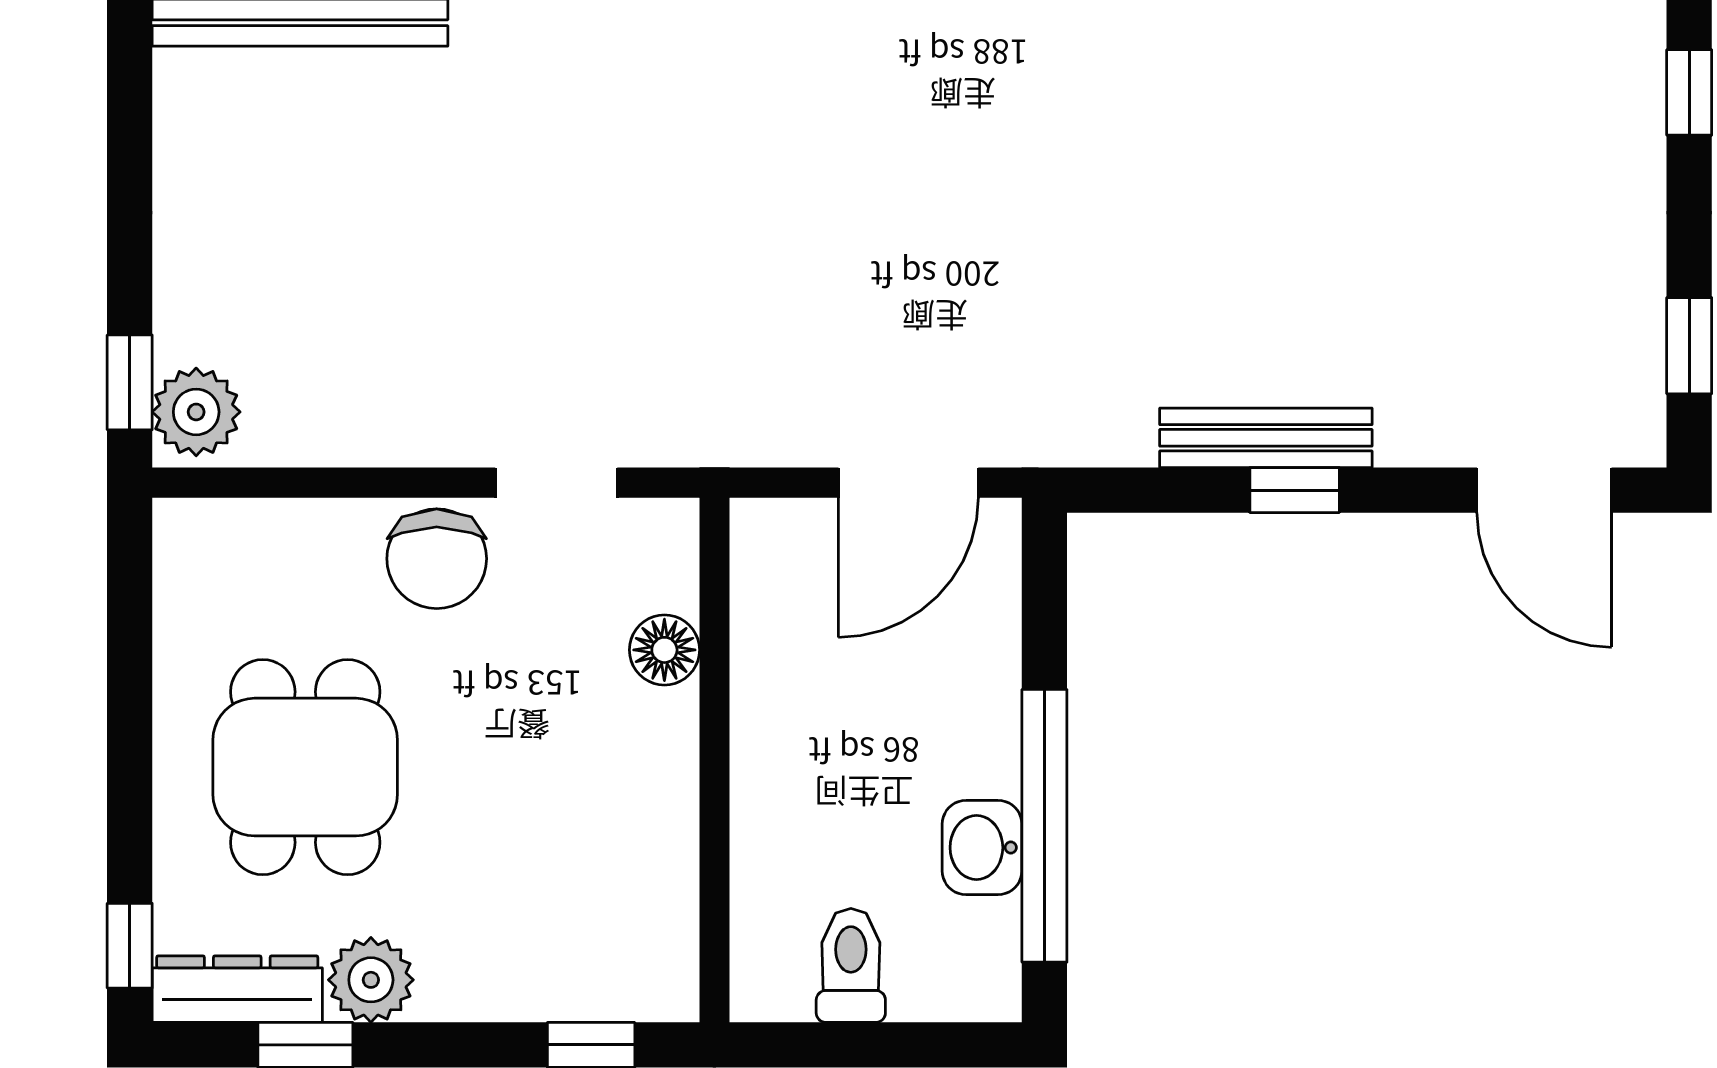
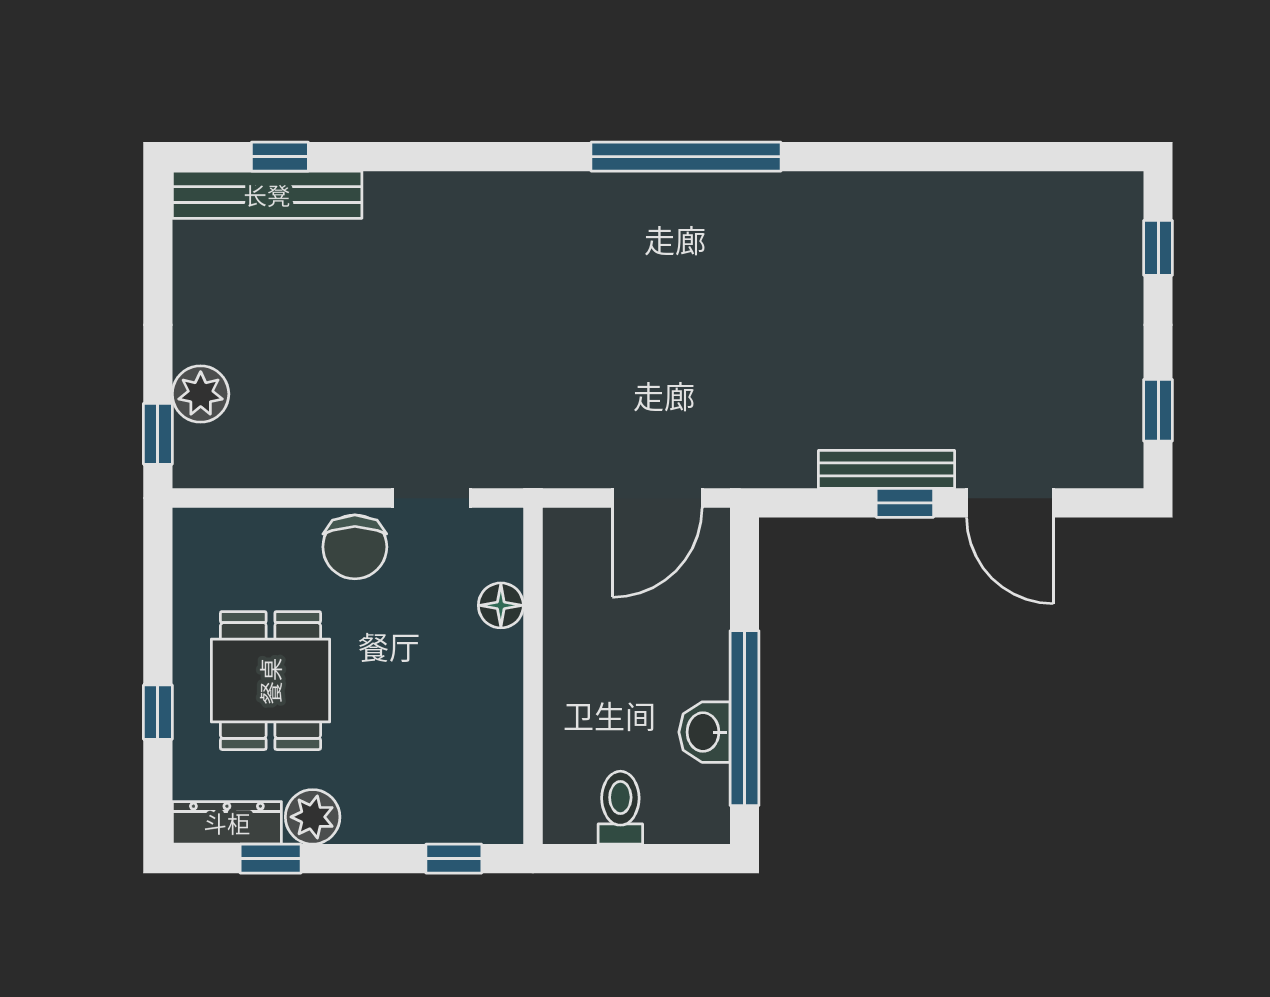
plant: (196, 412) -> (201, 394), moved
door: (1544, 490) -> (1010, 503), moved
window: (130, 946) -> (158, 712), moved

